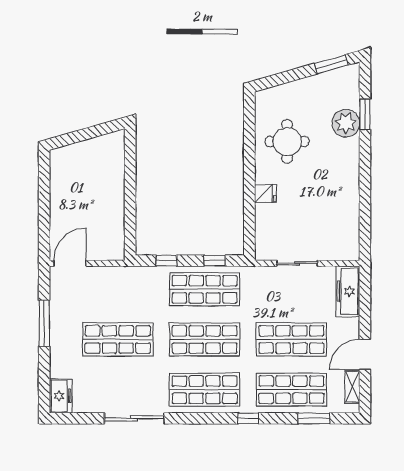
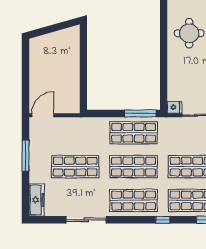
fridge: (265, 194) -> (174, 107), moved
window: (166, 261) -> (108, 113), removed
window: (215, 261) -> (140, 113), width x2.17
freezer: (61, 396) -> (37, 200), width x1.40

